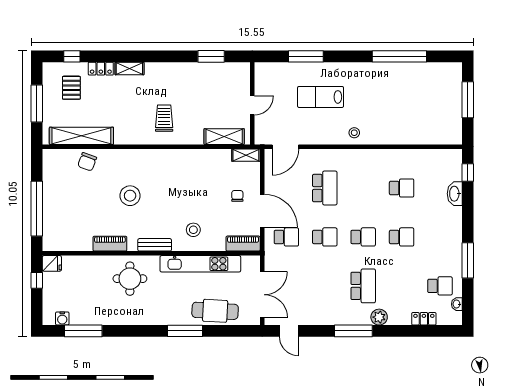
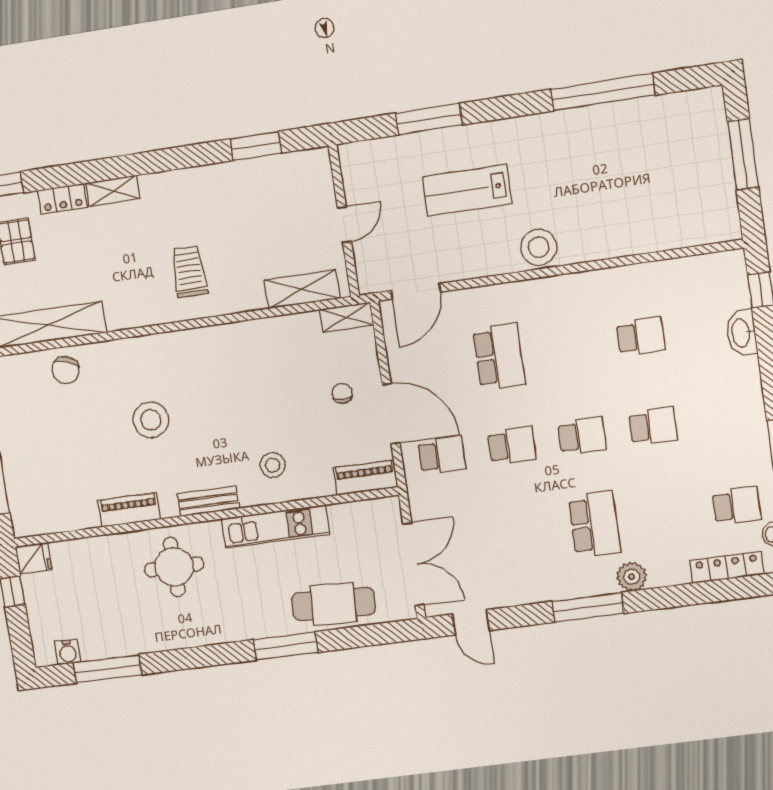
stool: (354, 133) -> (539, 247), width x1.89, depth x1.89
kitchen unit: (200, 264) -> (275, 526), width x0.73
locker: (424, 319) -> (727, 567), width x1.53

